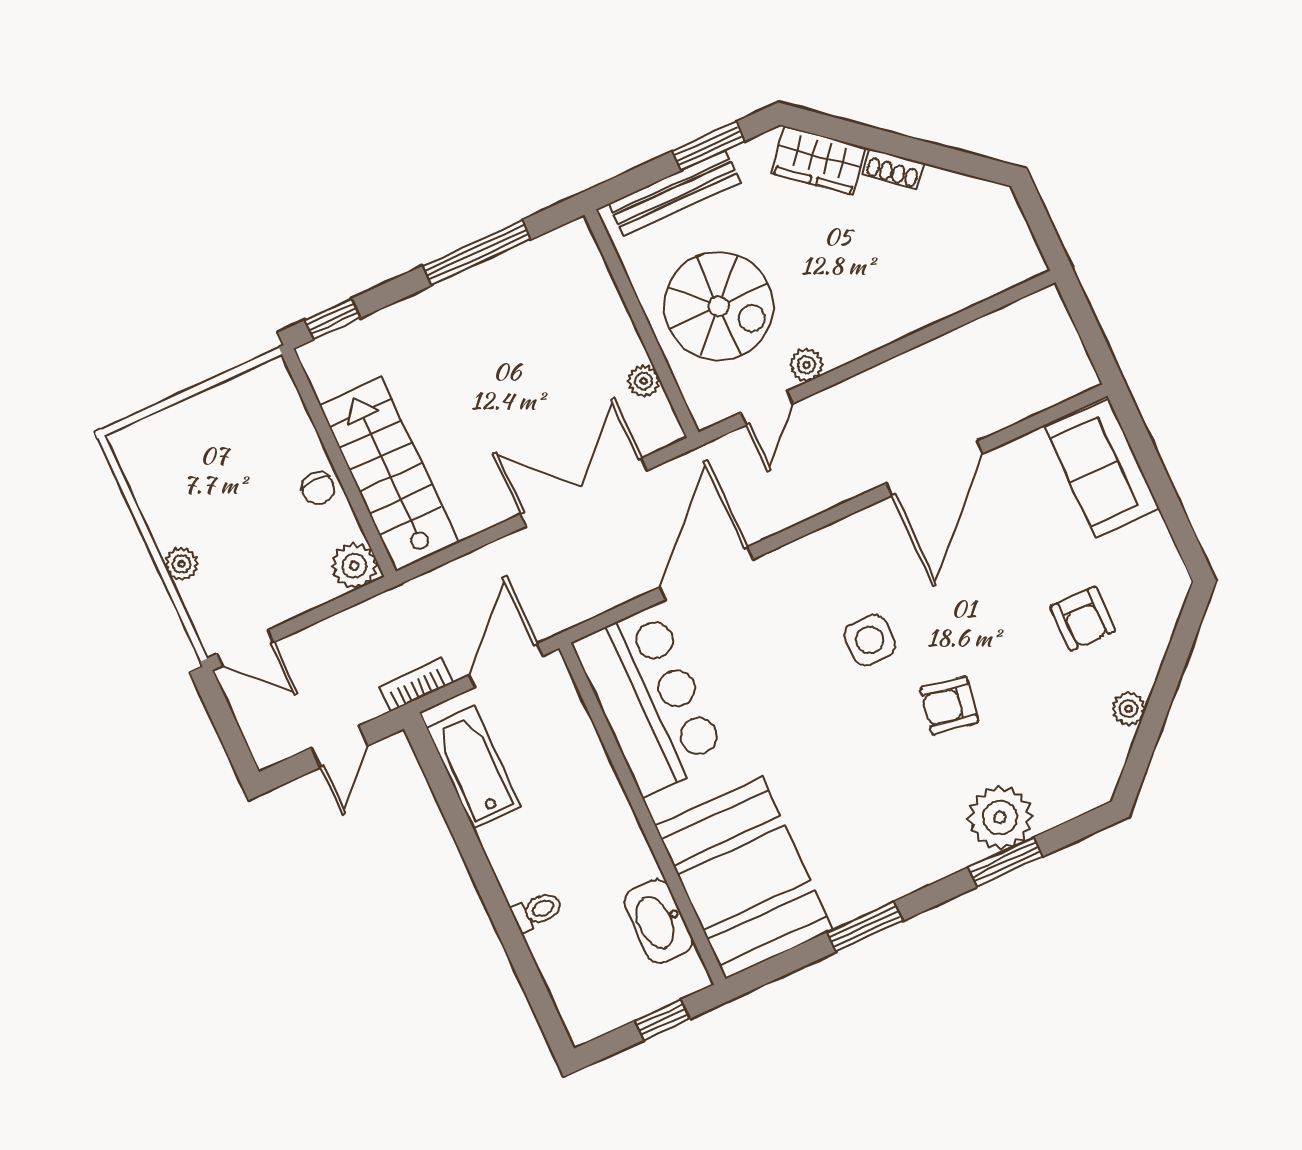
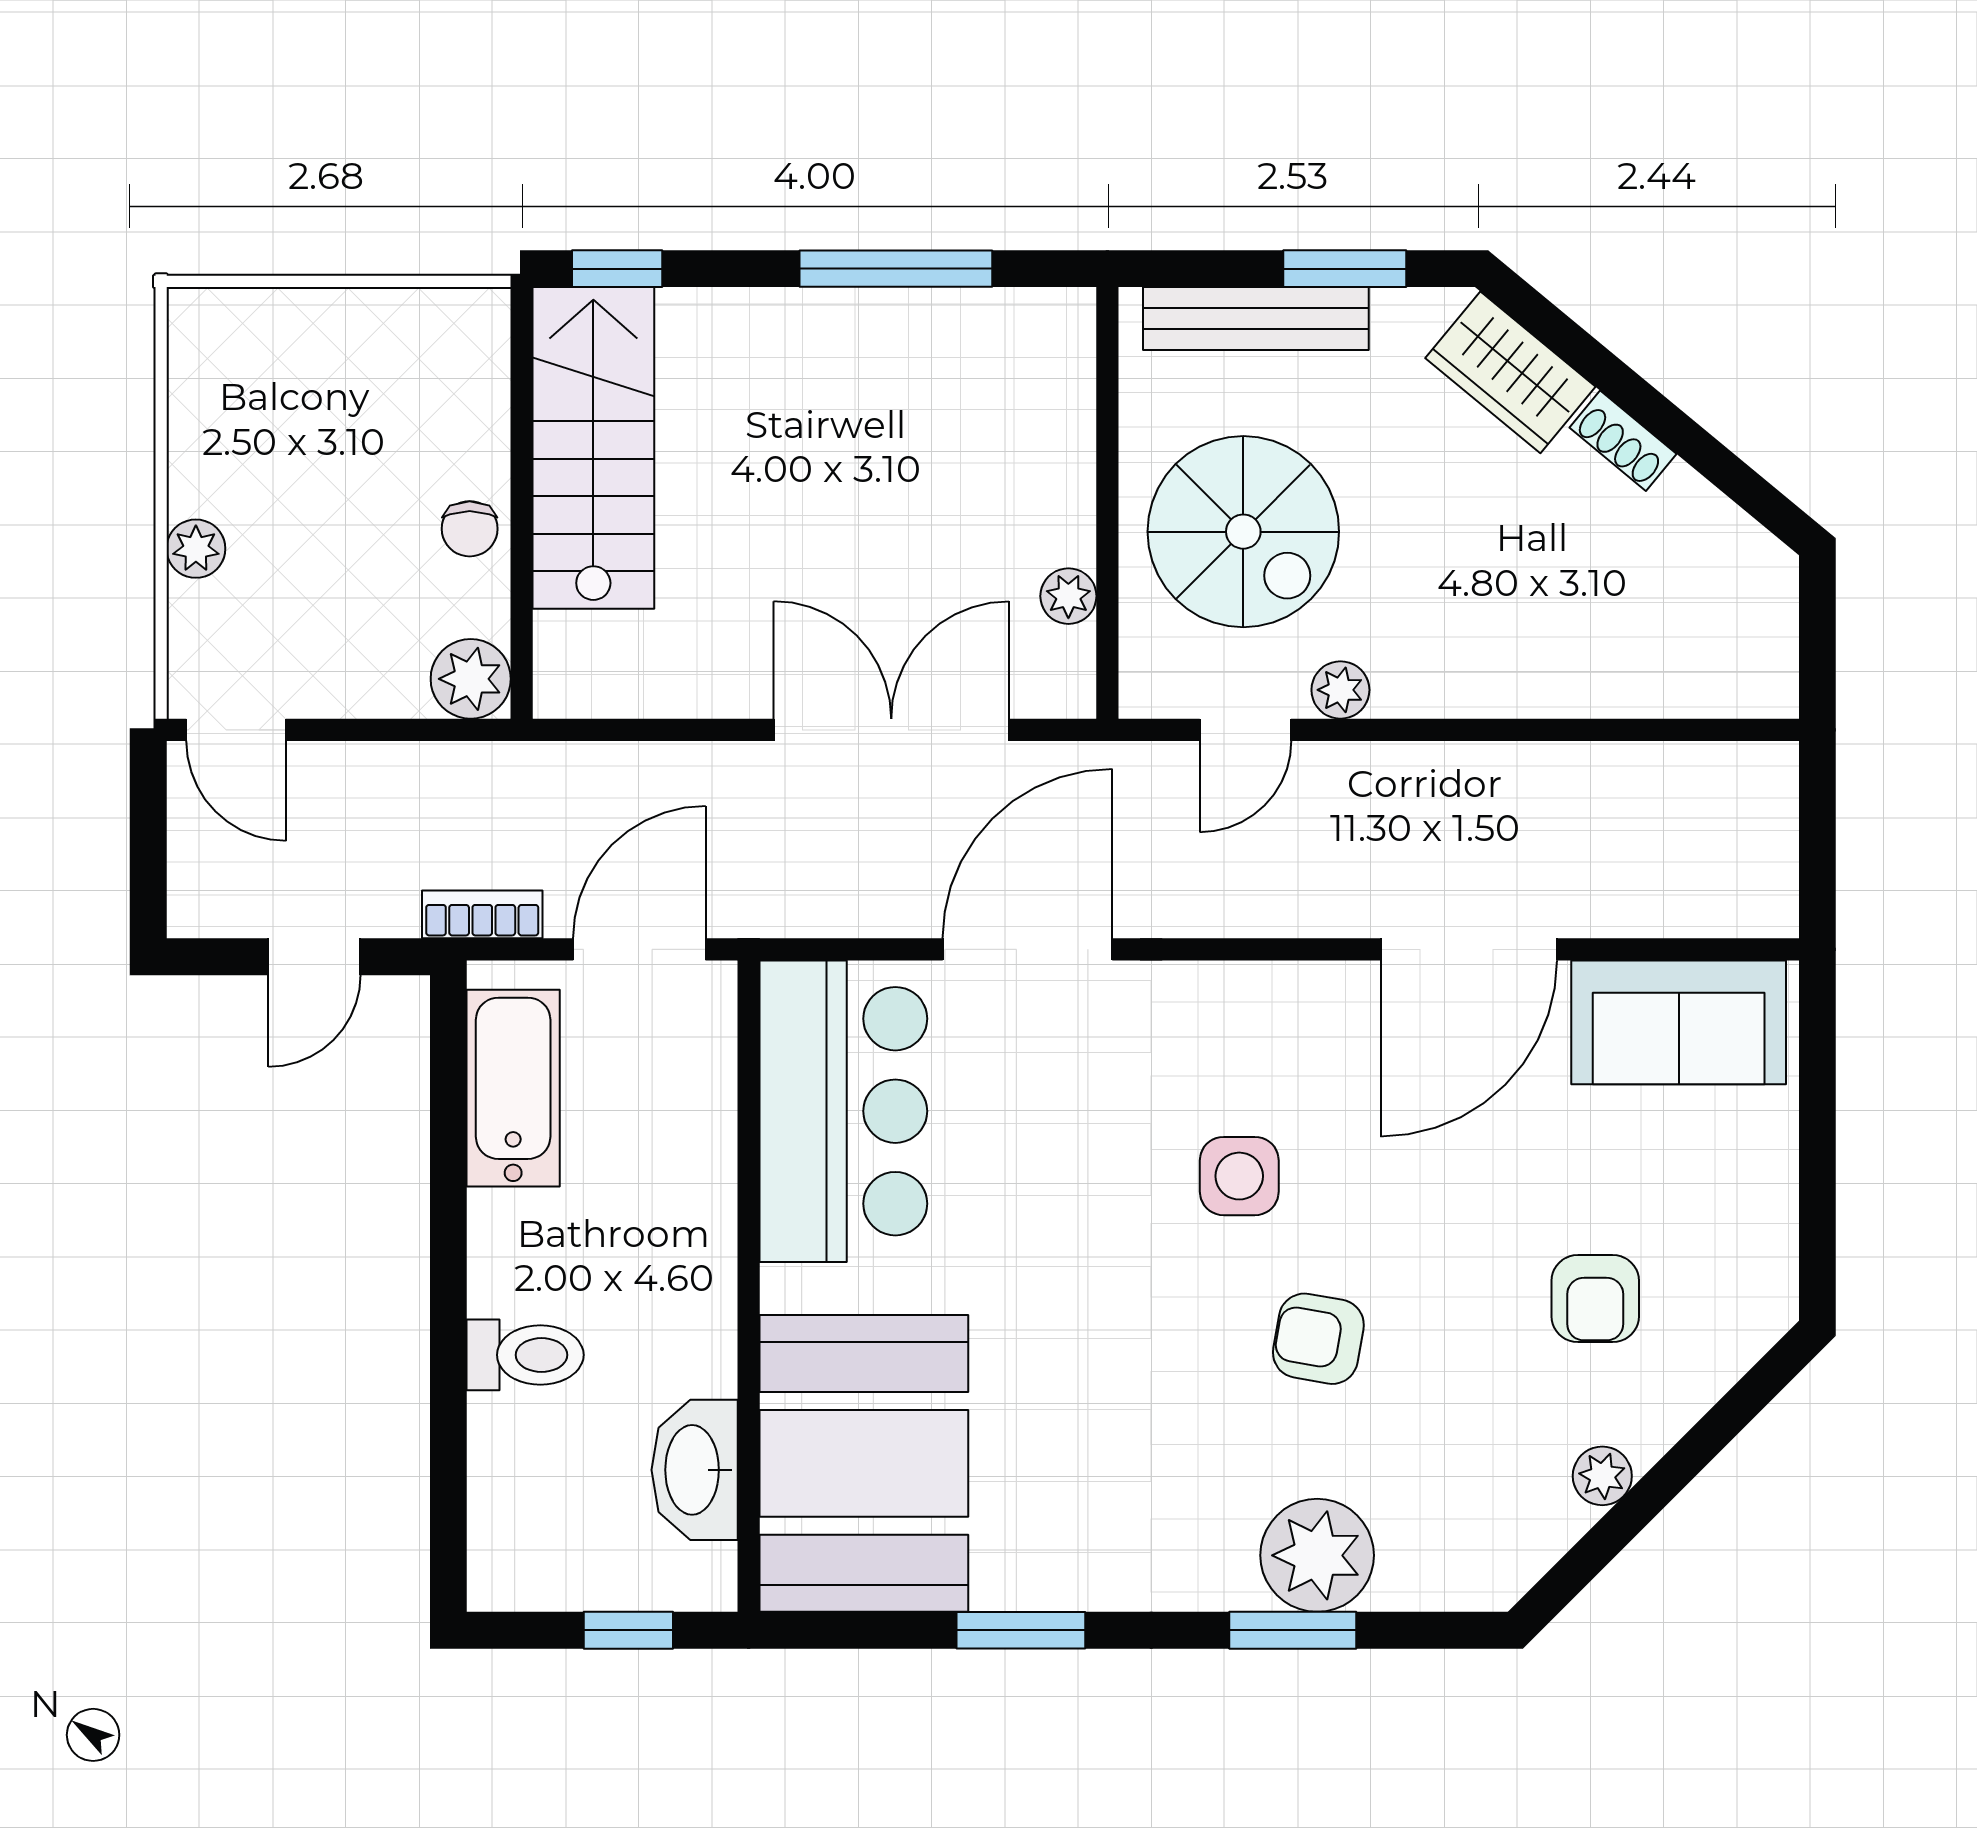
sofa: (1102, 468) -> (1679, 1022), moved, turned -90
stairs: (389, 474) -> (593, 448), moved
toilet: (537, 911) -> (525, 1355), width x1.37, depth x1.39

